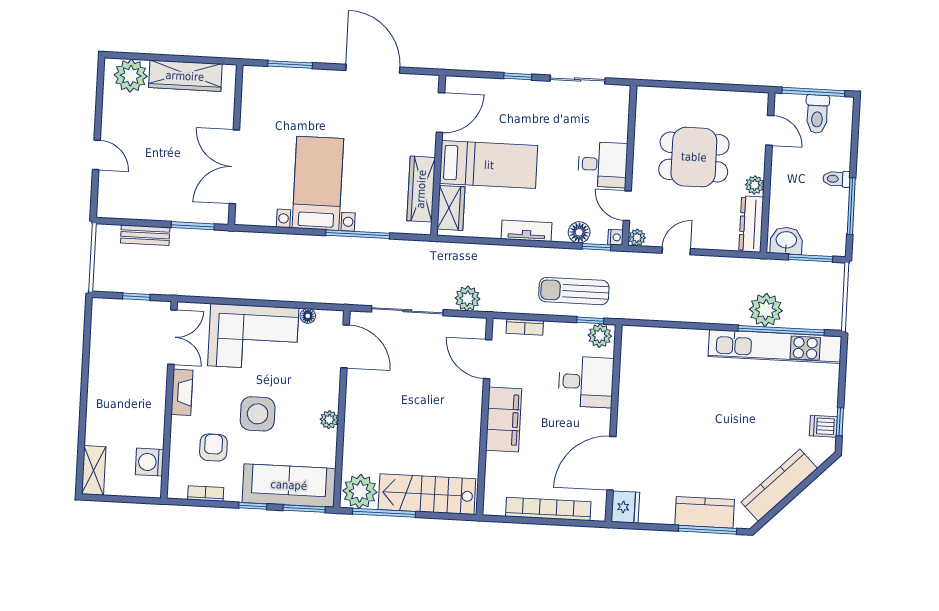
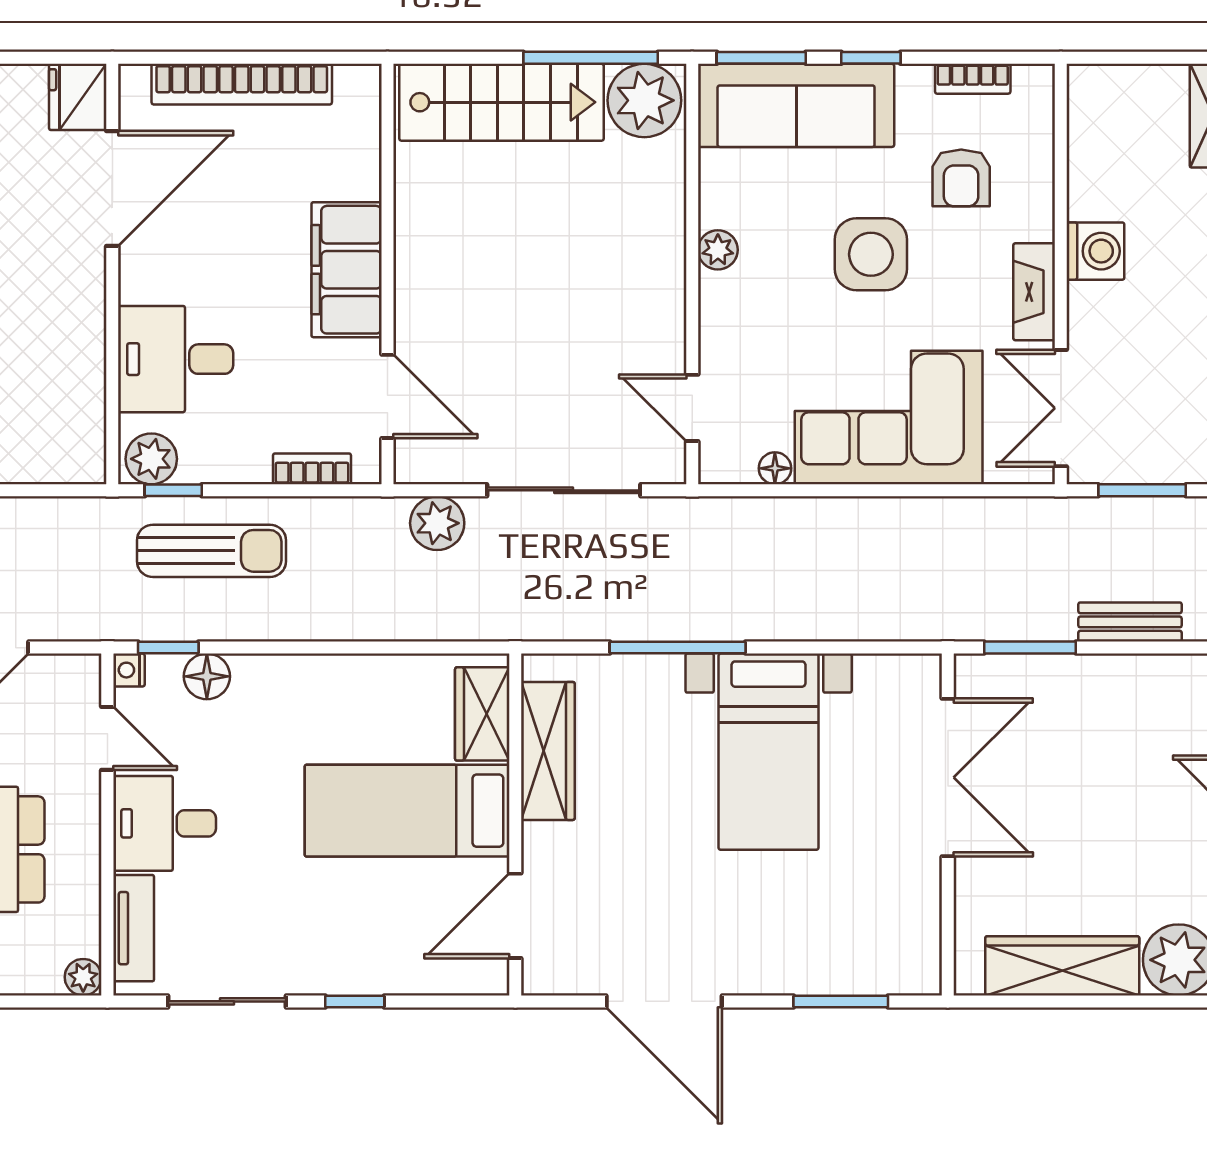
tv unit: (526, 231) -> (134, 928), moved, turned -90
plant: (637, 238) -> (83, 977), moved
window: (136, 297) -> (1142, 490), width x1.50
door: (345, 346) -> (692, 408), width x0.73
washing machine: (150, 462) -> (1095, 251), moved

